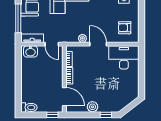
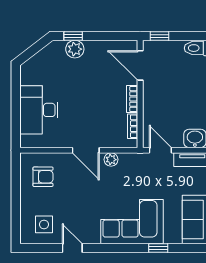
desk: (124, 57) -> (39, 110), moved, turned 90
plant: (92, 107) -> (75, 49), moved

